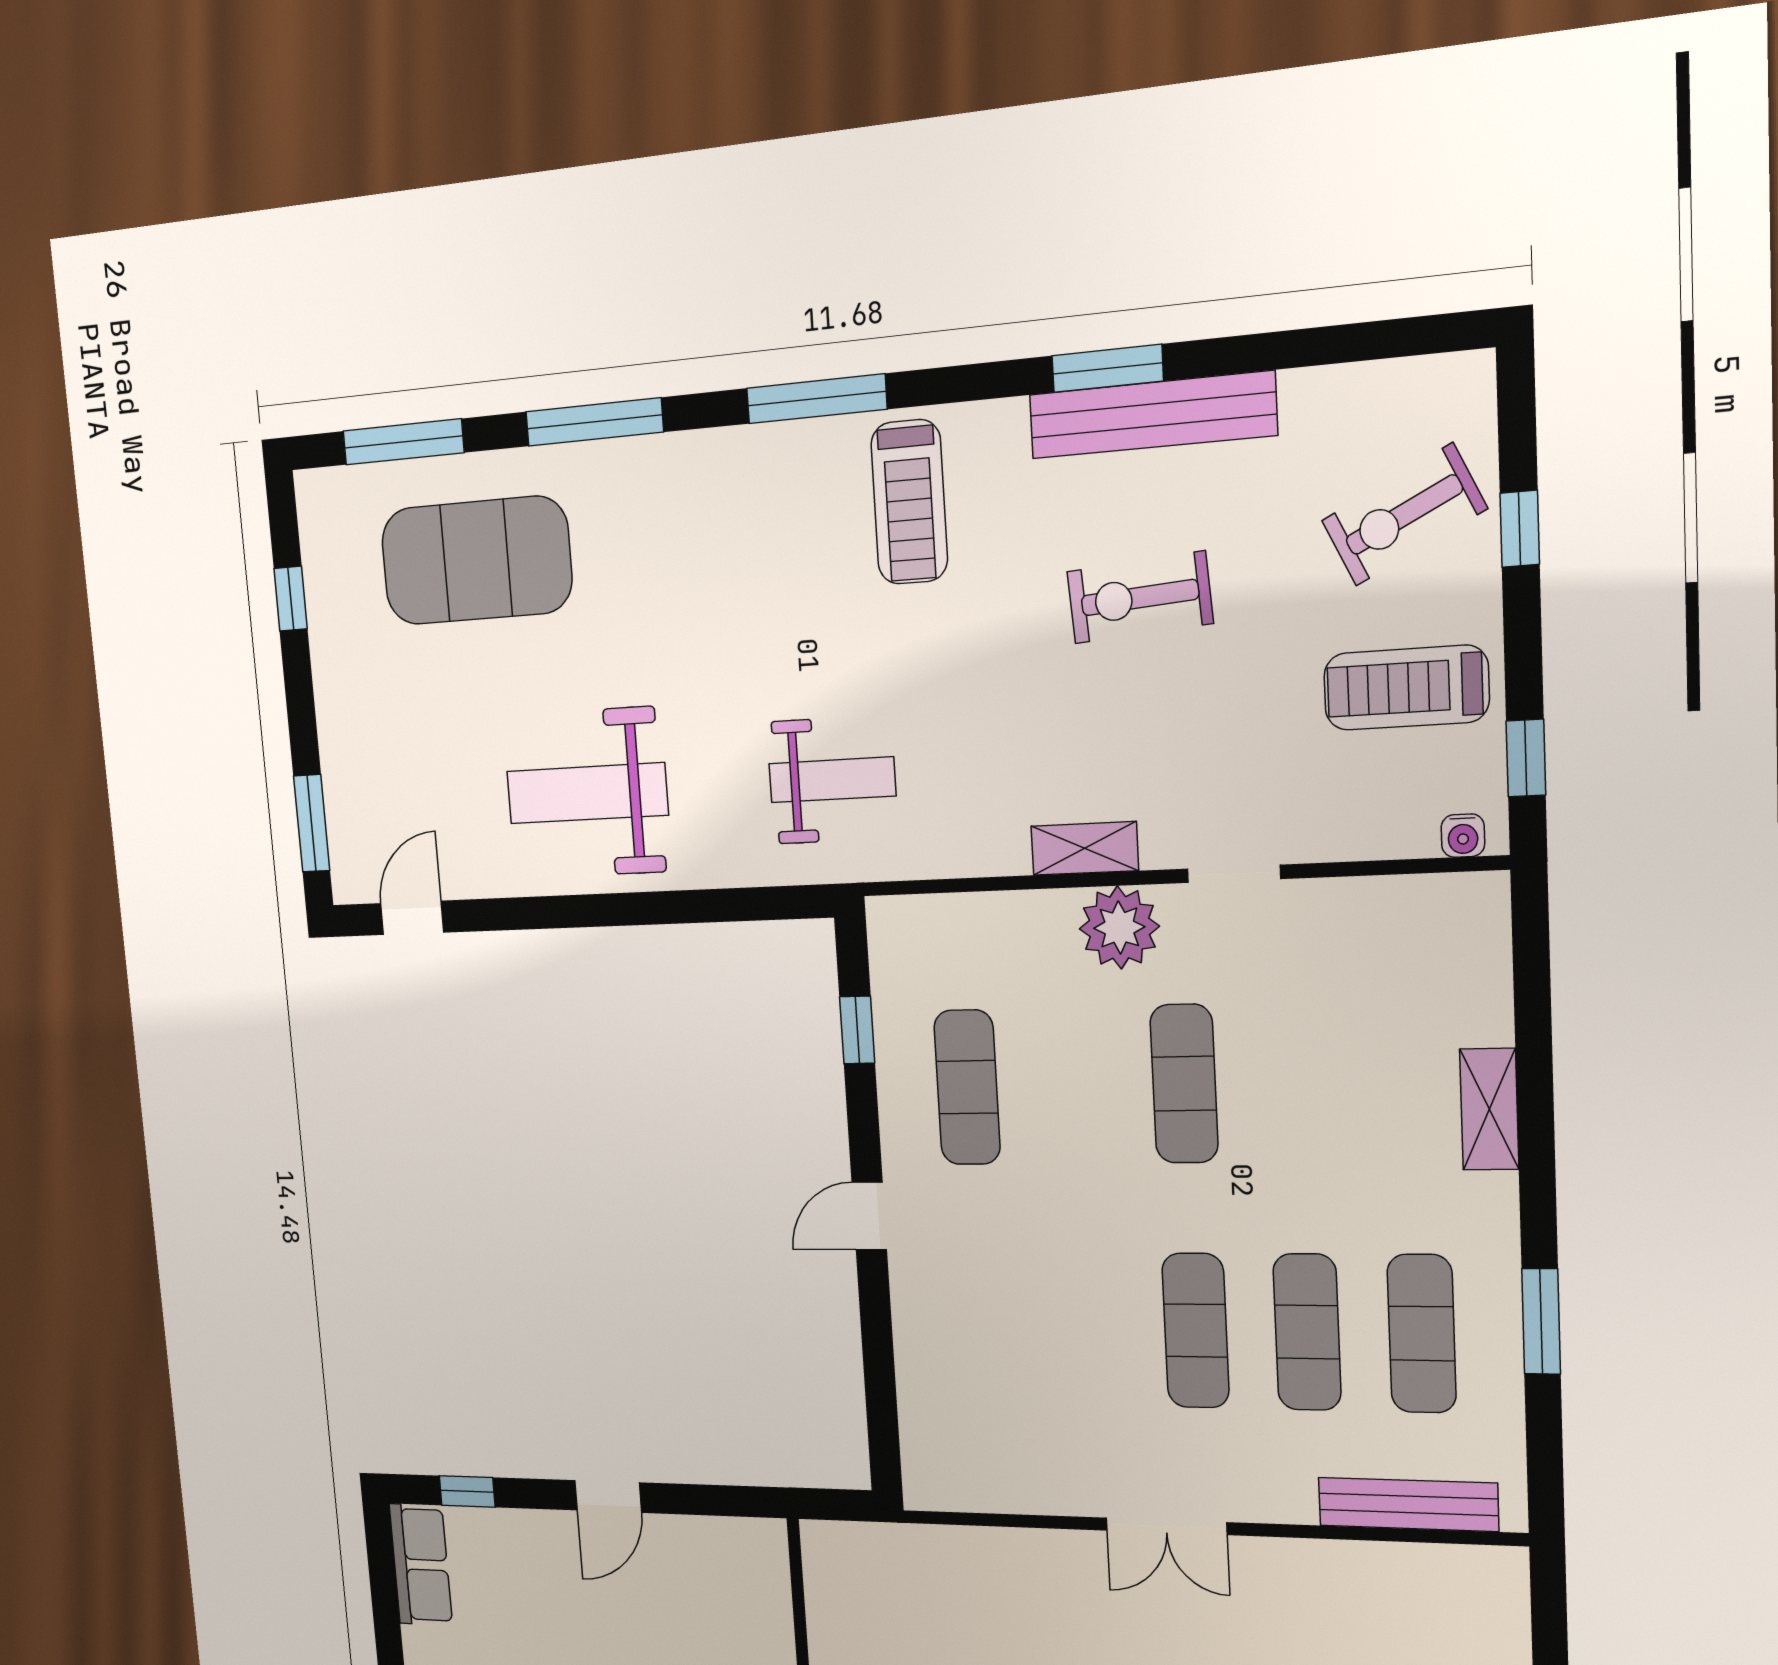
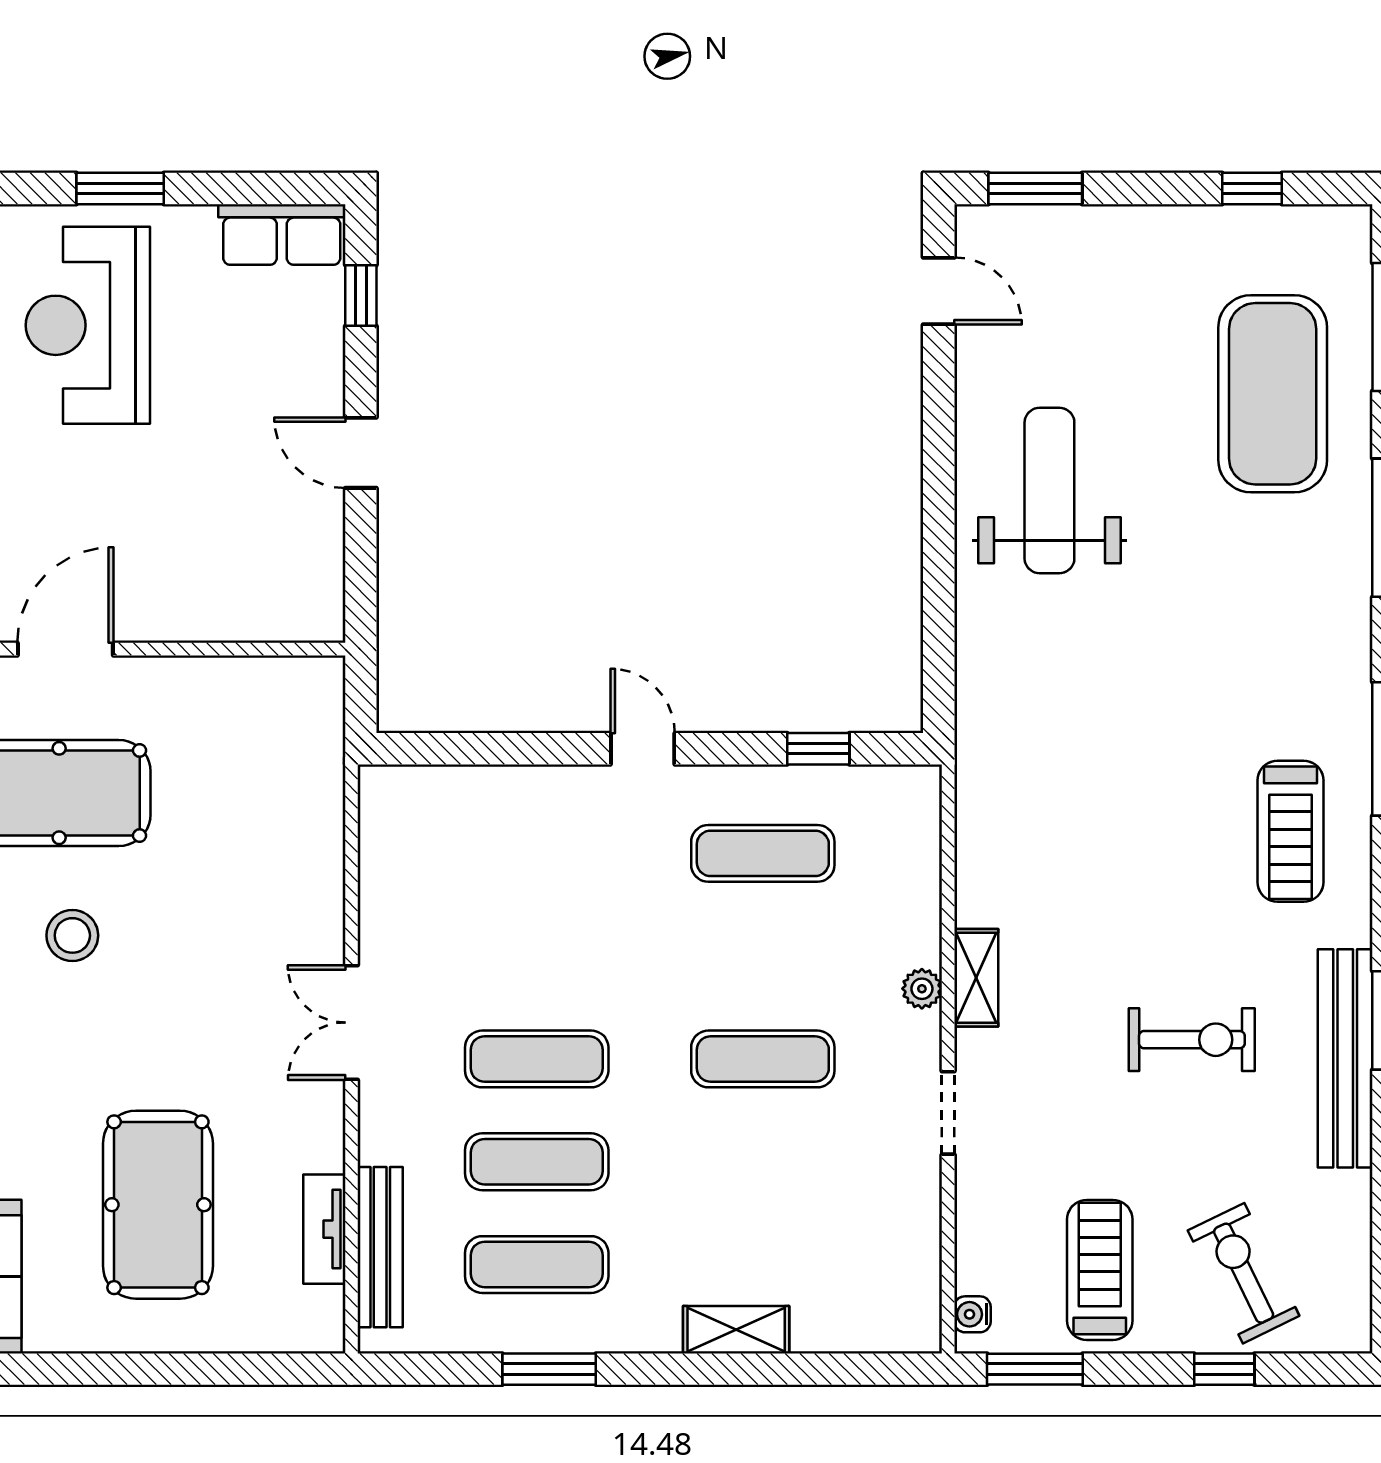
treadmill: (909, 502) -> (1290, 831), turned -90
exercise bike: (1140, 597) -> (1192, 1040), turned 94
window: (1526, 758) -> (1035, 1369), width x1.50
weight bench: (832, 780) -> (1049, 740), removed
plant: (1119, 928) -> (922, 989), width x0.53, depth x0.53
tv unit: (1390, 1564) -> (324, 1229), added

